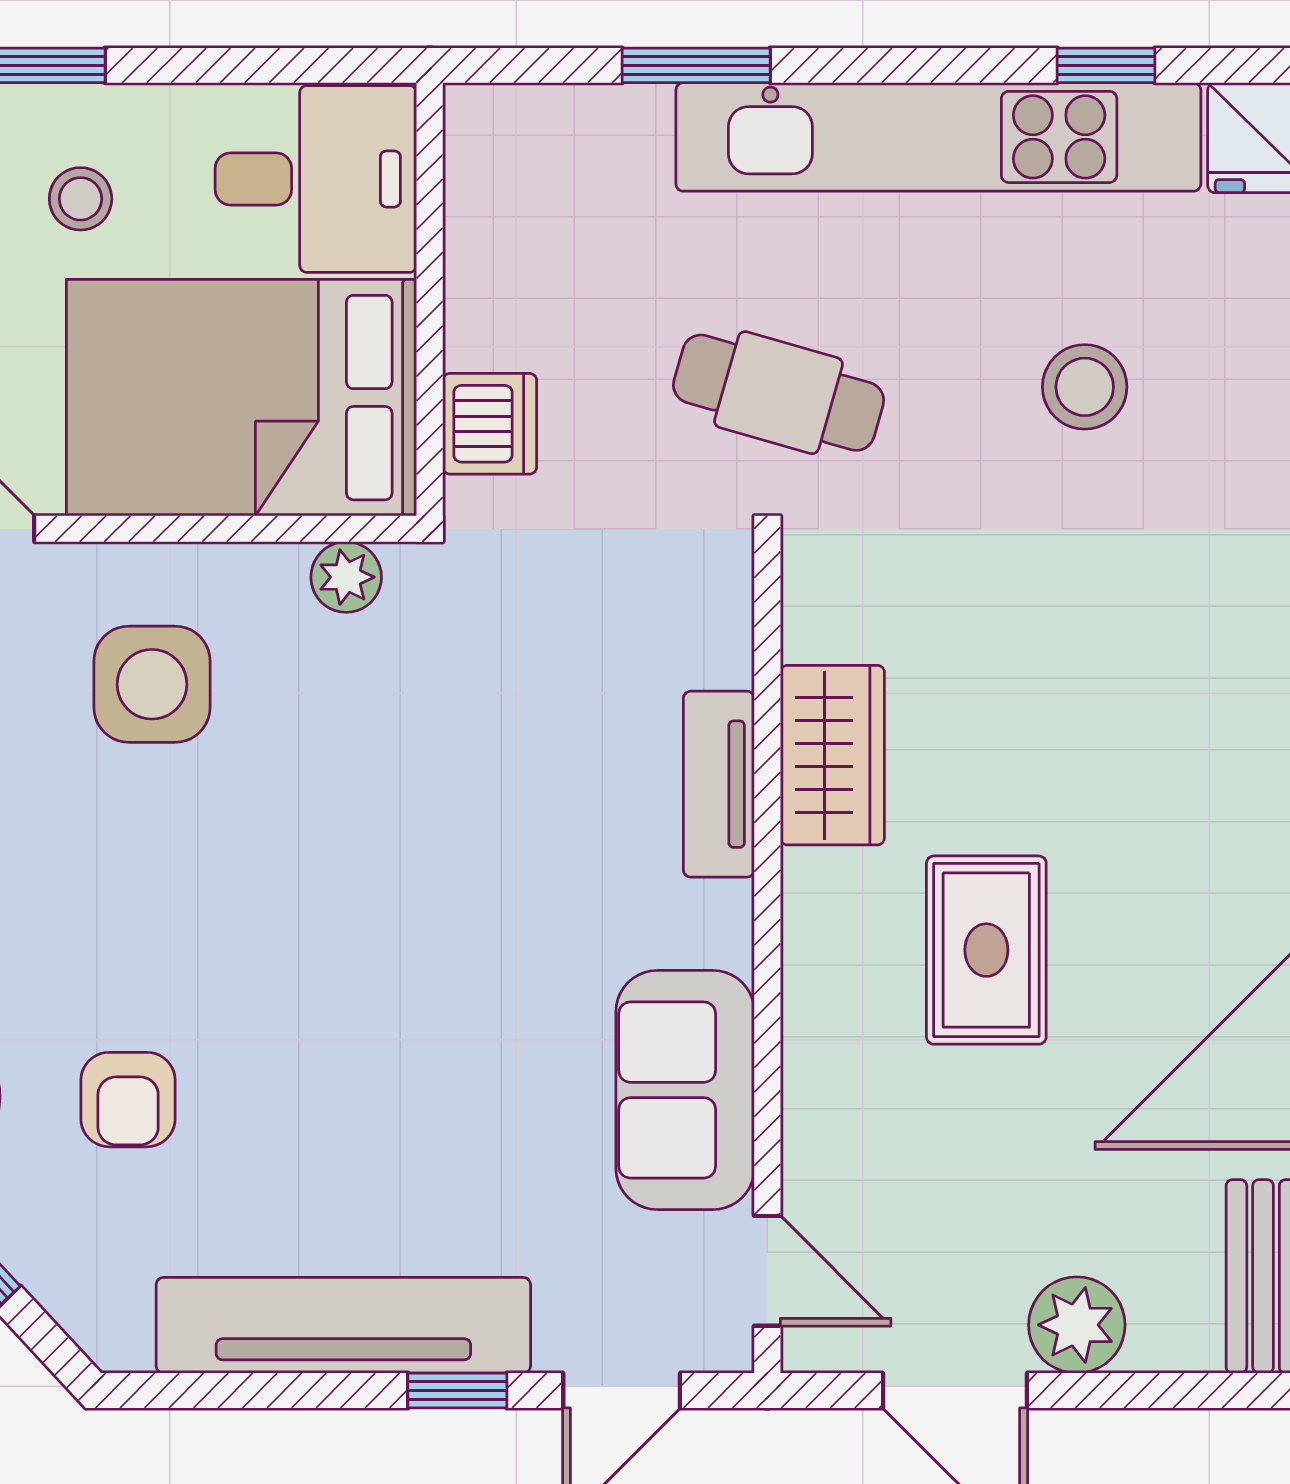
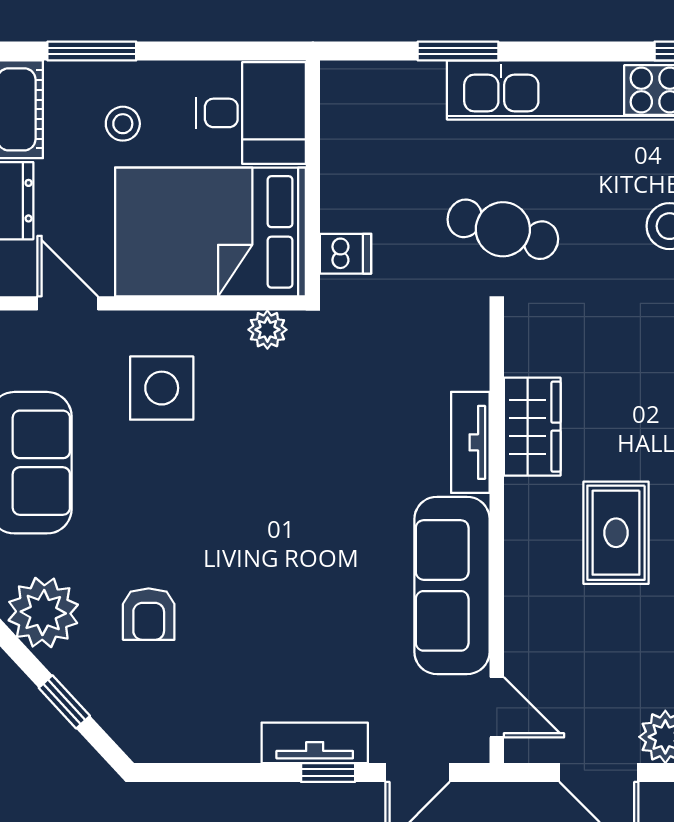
dishwasher: (490, 424) -> (346, 254), width x0.73
sofa: (685, 1090) -> (452, 585), width x1.36
tv unit: (343, 1325) -> (315, 743), width x0.52, depth x0.78

